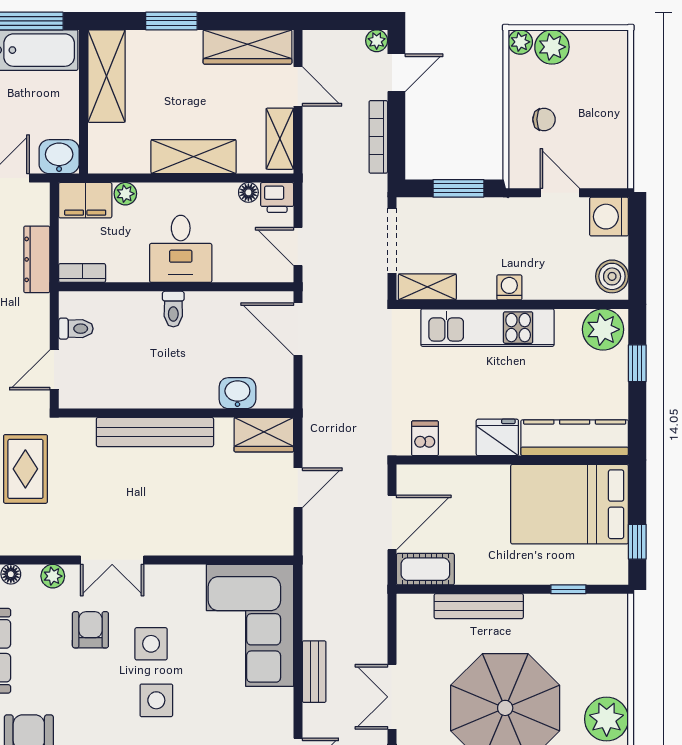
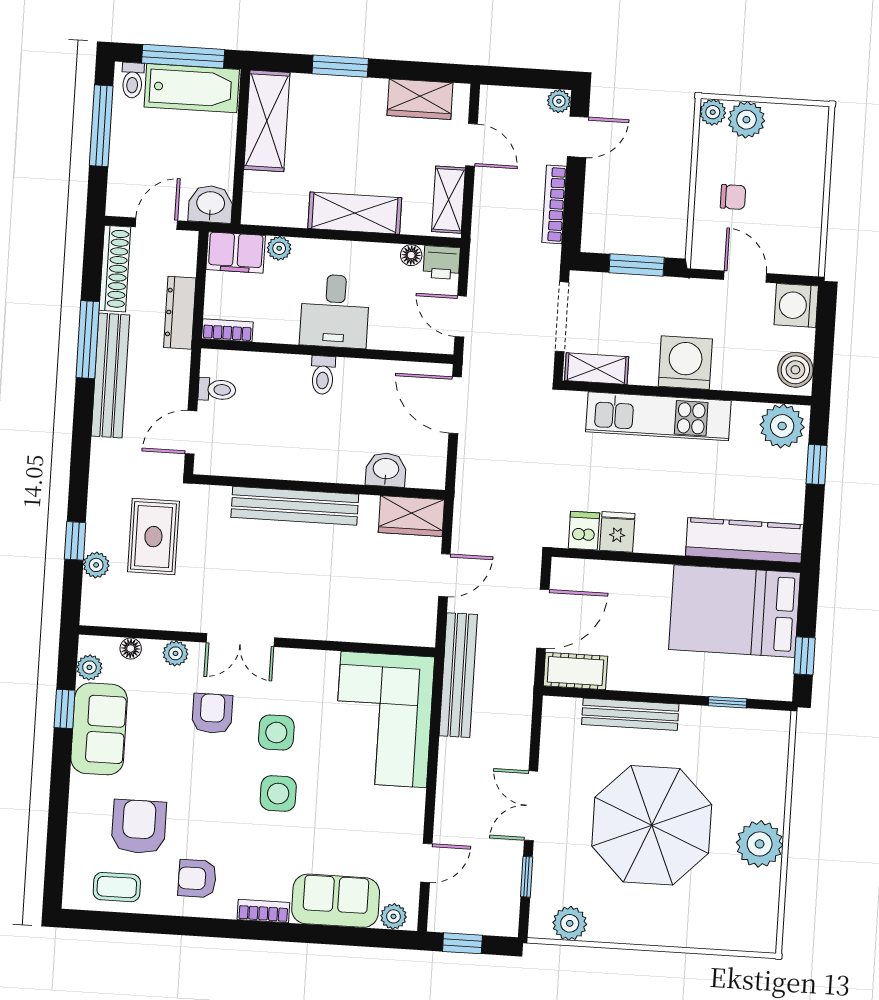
wardrobe: (248, 47) -> (420, 99), width x0.67
washing machine: (509, 287) -> (685, 363), width x1.89, depth x1.89
fridge: (497, 437) -> (617, 532), moved, width x0.72
bench: (314, 672) -> (458, 675), moved, width x1.86, depth x1.21

